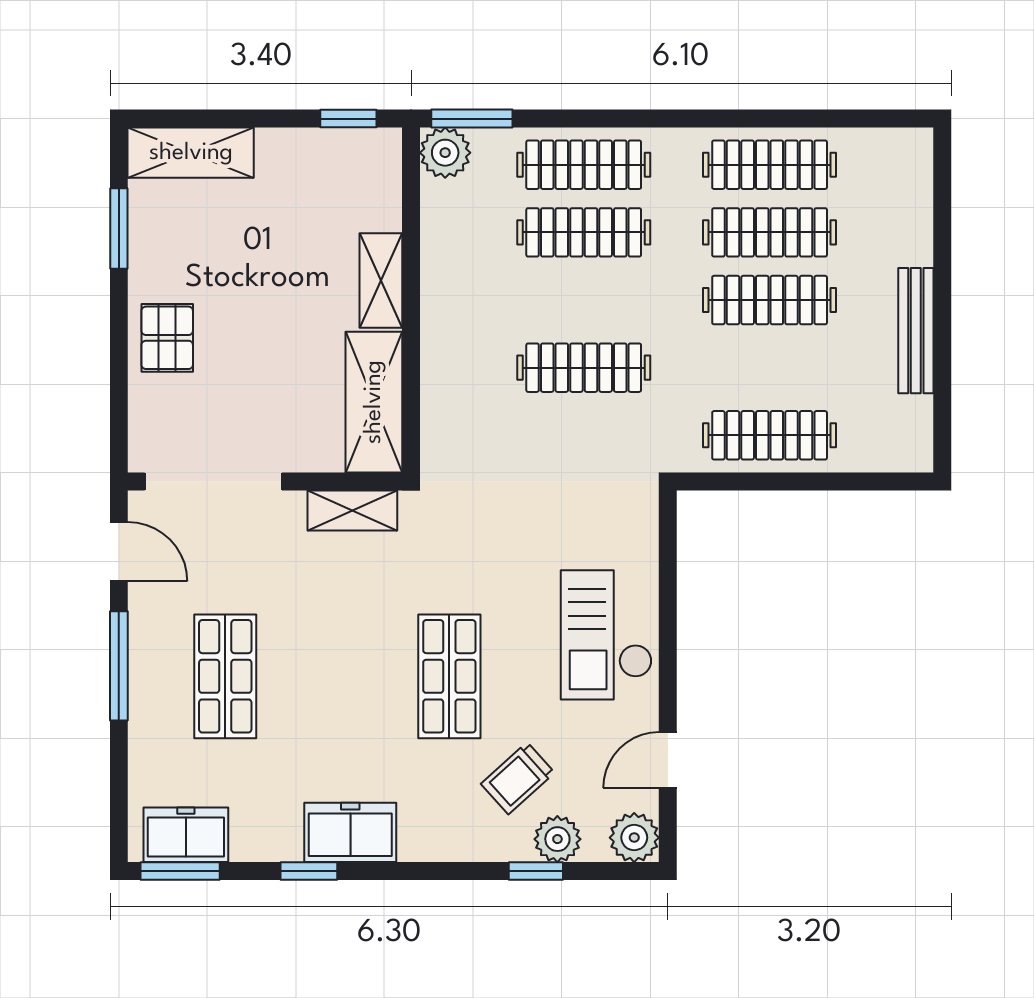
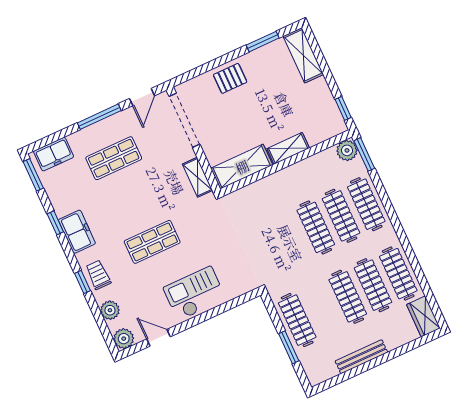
wardrobe: (890, 153) -> (423, 316), added
clothes rail: (584, 368) -> (316, 227), moved
window: (821, 482) -> (289, 347), added
trolley: (518, 778) -> (98, 275), moved, turned 42
freezer: (186, 835) -> (54, 154), moved, turned 90
window: (536, 871) -> (83, 282), moved

